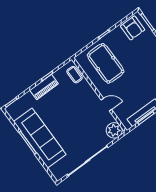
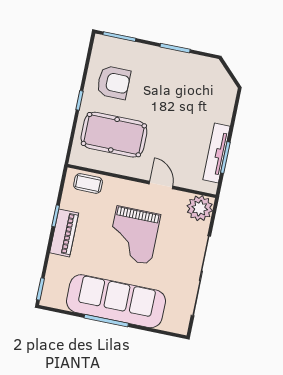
armchair: (133, 28) -> (114, 82), moved
door: (106, 105) -> (161, 185), hinge flipped
grand piano: (74, 116) -> (134, 235), added

